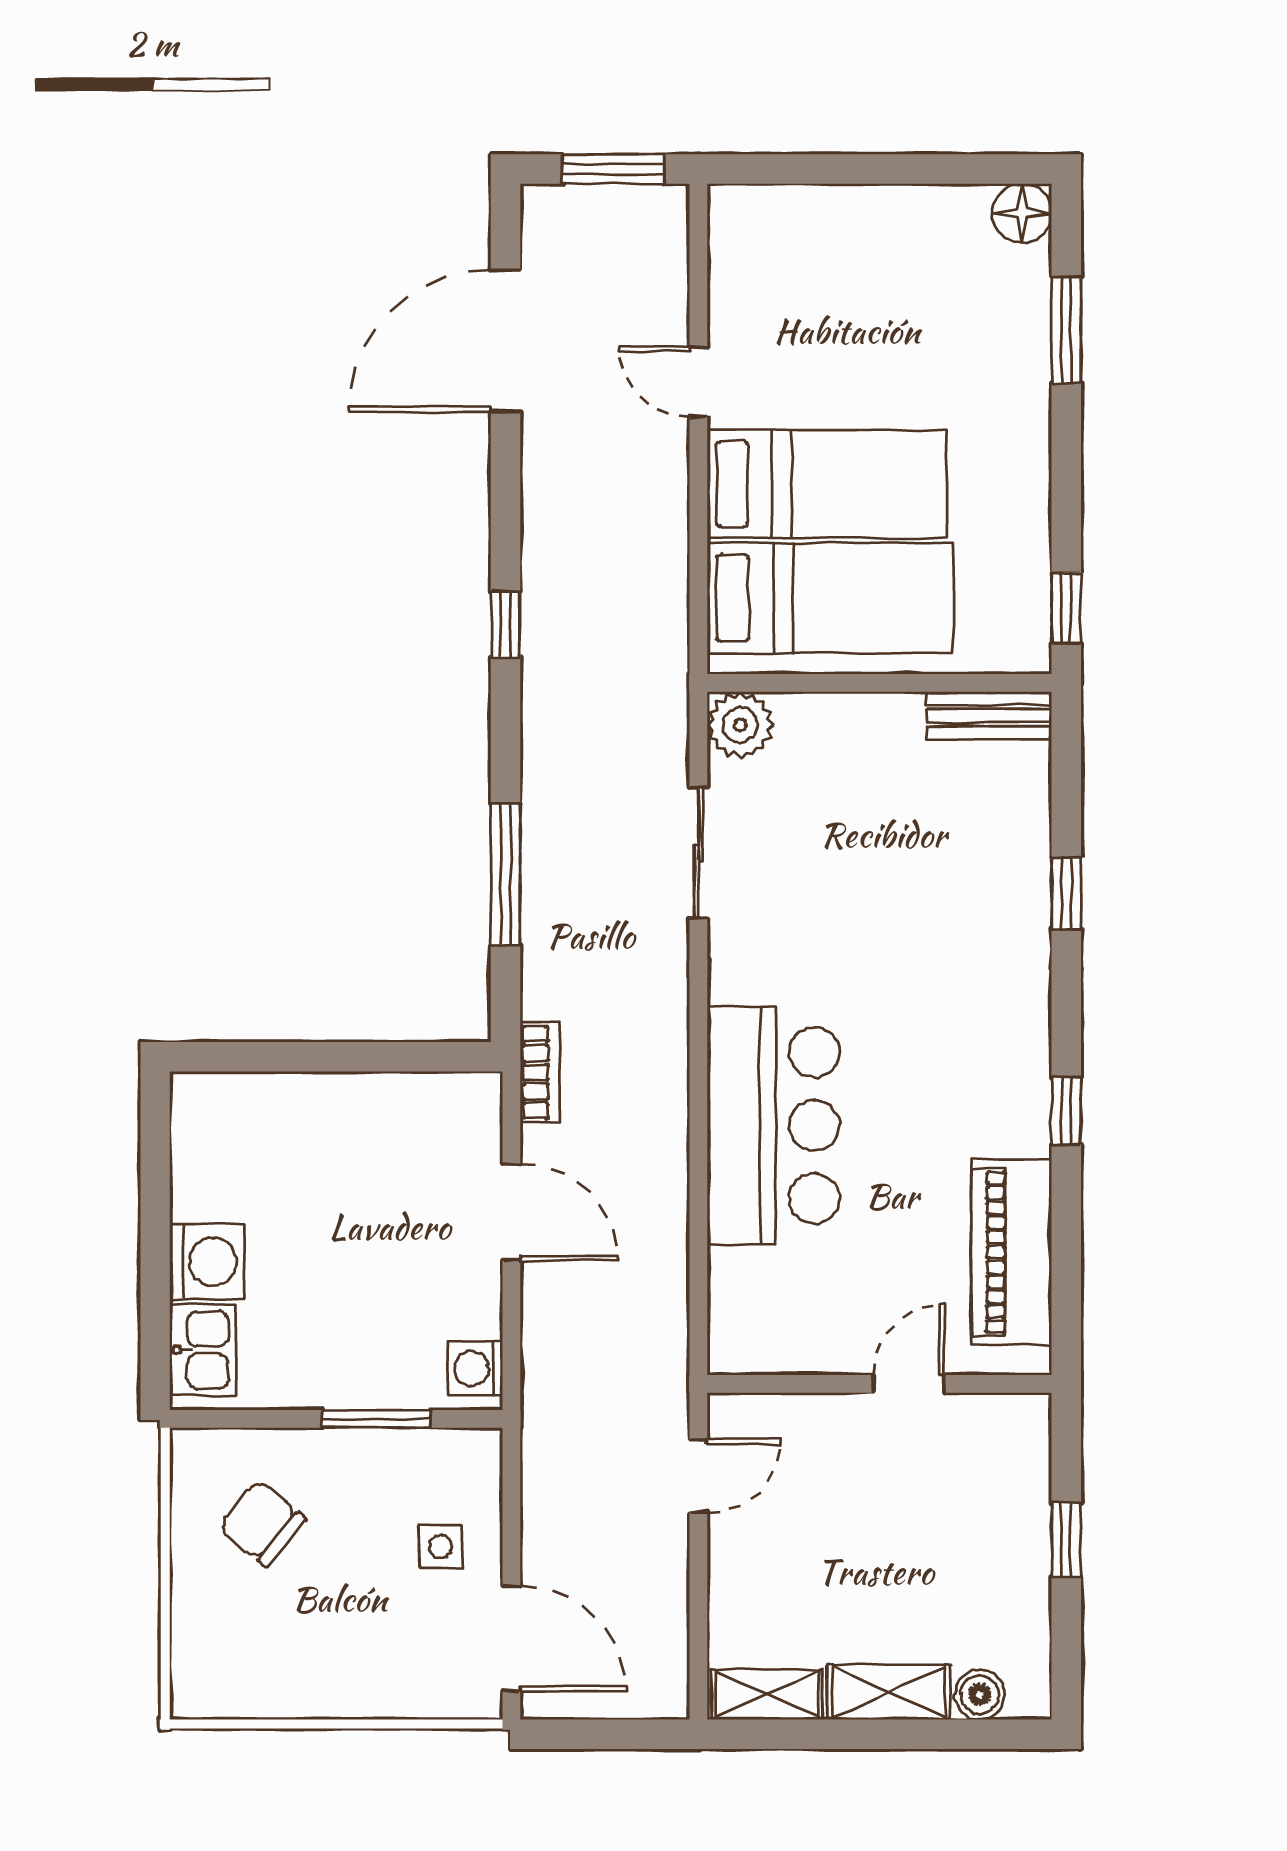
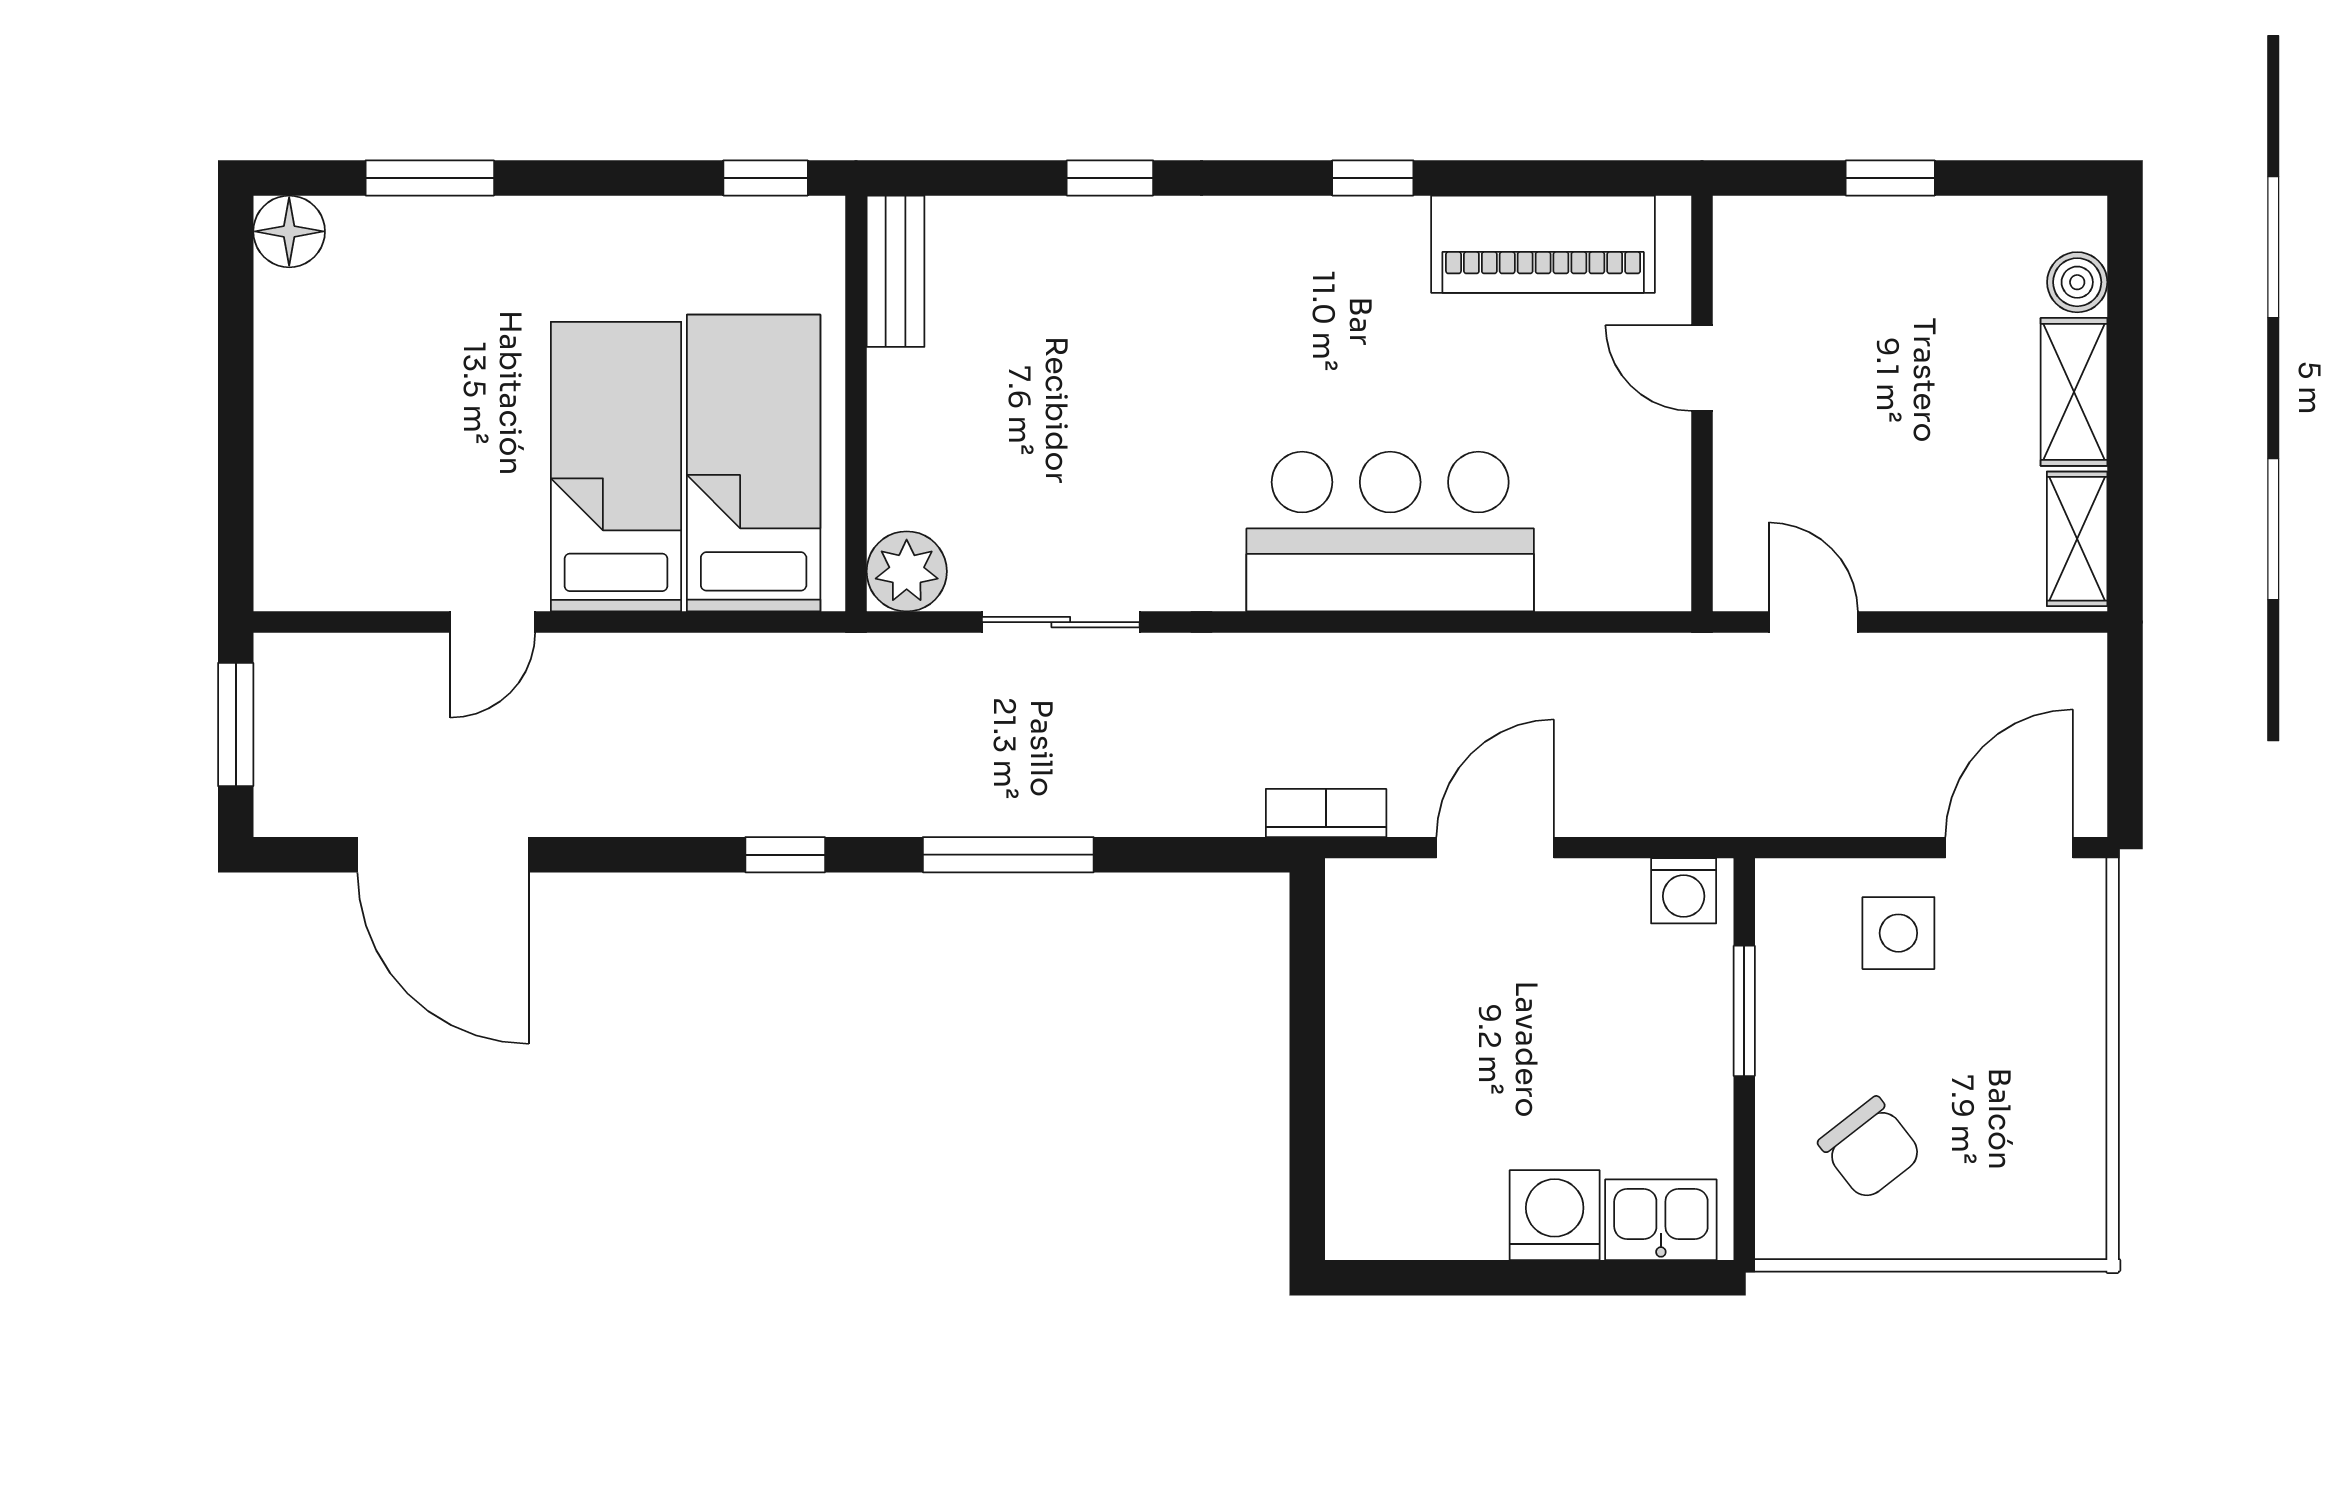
window: (506, 874) -> (1008, 855), moved
chair: (262, 1523) -> (1870, 1149), turned -77
side table: (441, 1547) -> (1898, 933), width x1.37, depth x1.37

